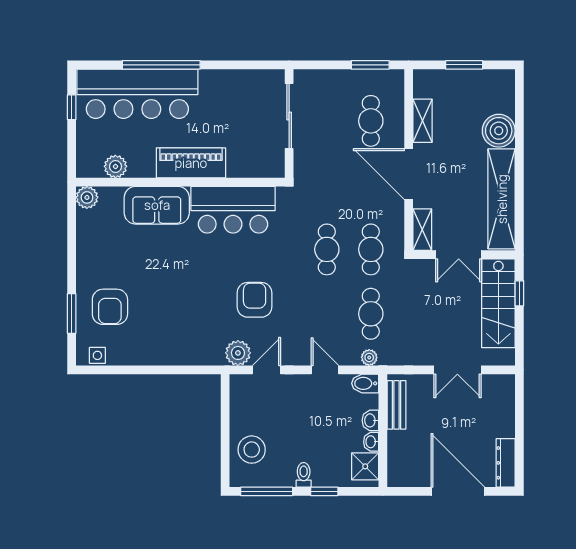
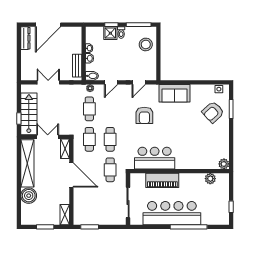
bar counter: (137, 94) -> (172, 213), moved
cafe table: (371, 121) -> (110, 170), moved
shelving: (423, 121) -> (65, 215), moved
piano: (191, 163) -> (162, 180), moved
sofa: (157, 205) -> (174, 93), moved, turned 180
armchair: (110, 307) -> (213, 112), turned -133
plant: (238, 353) -> (152, 90), removed
door: (325, 370) -> (111, 82), hinge flipped
shower: (365, 466) -> (110, 33), moved
door: (458, 491) -> (48, 25), hinge flipped

